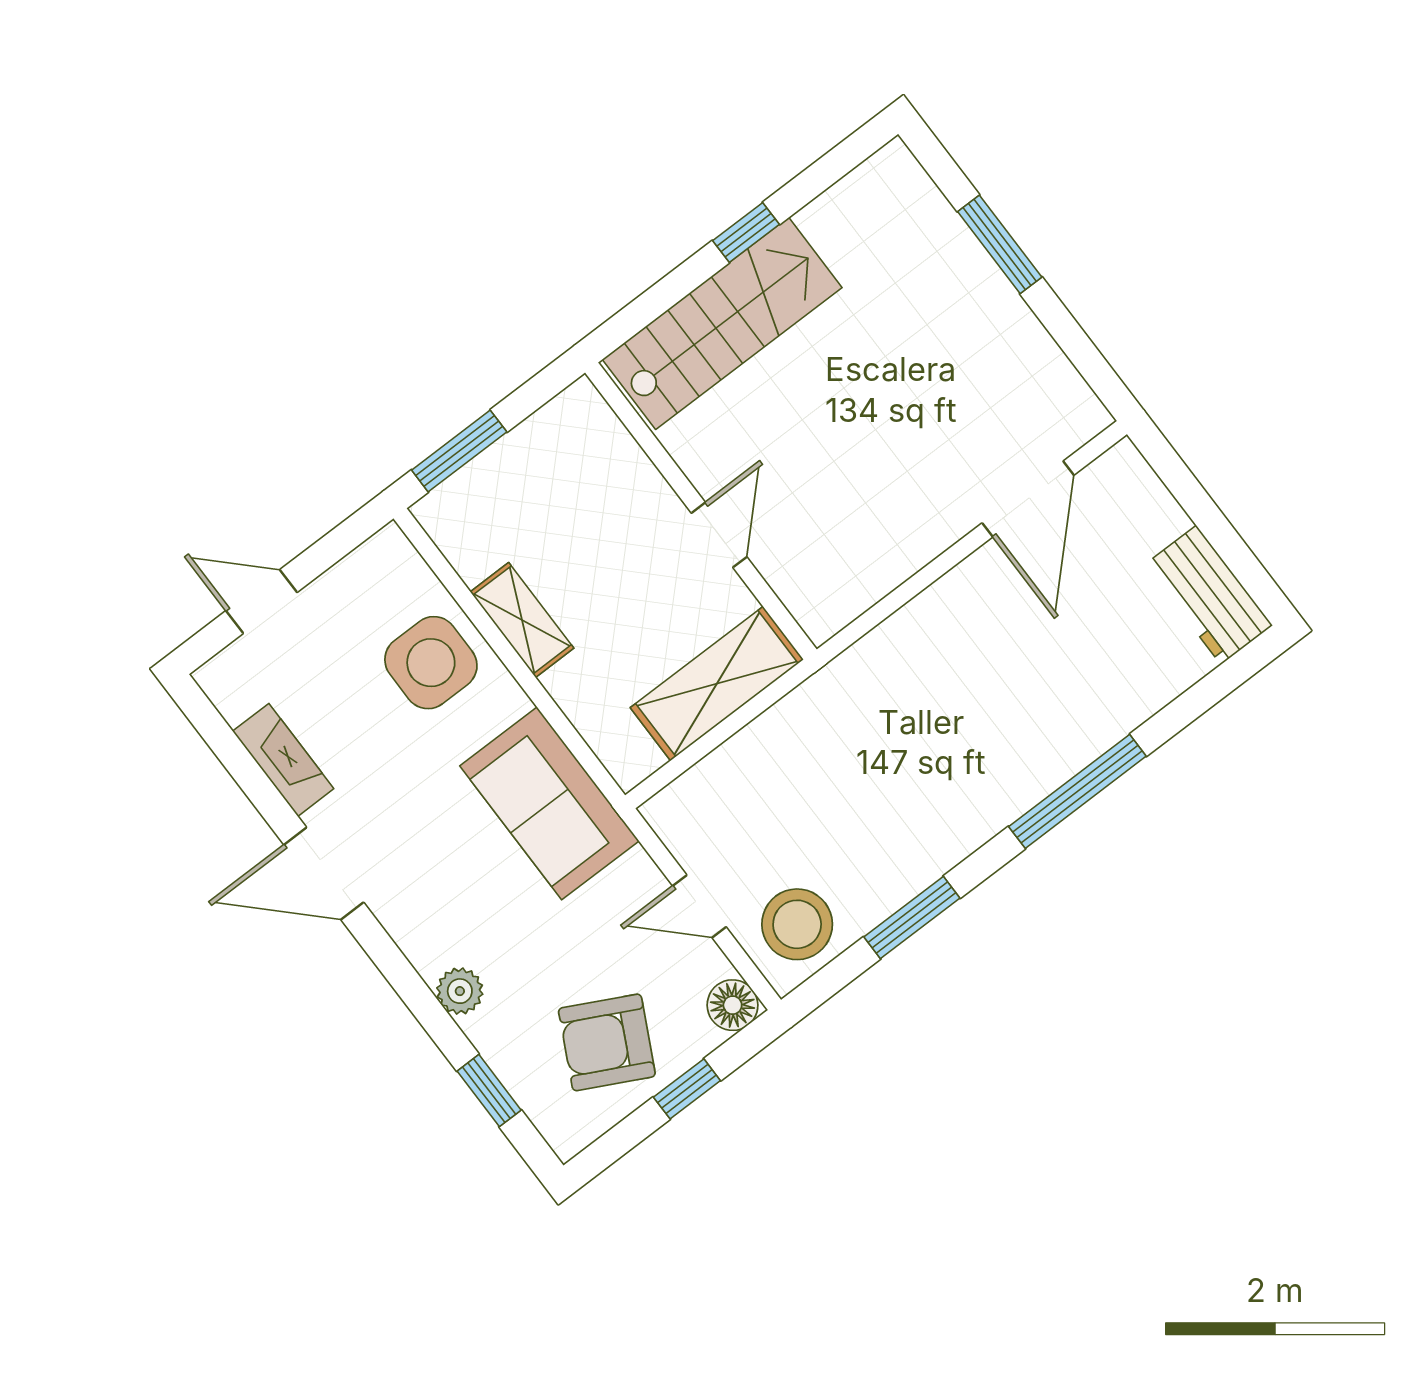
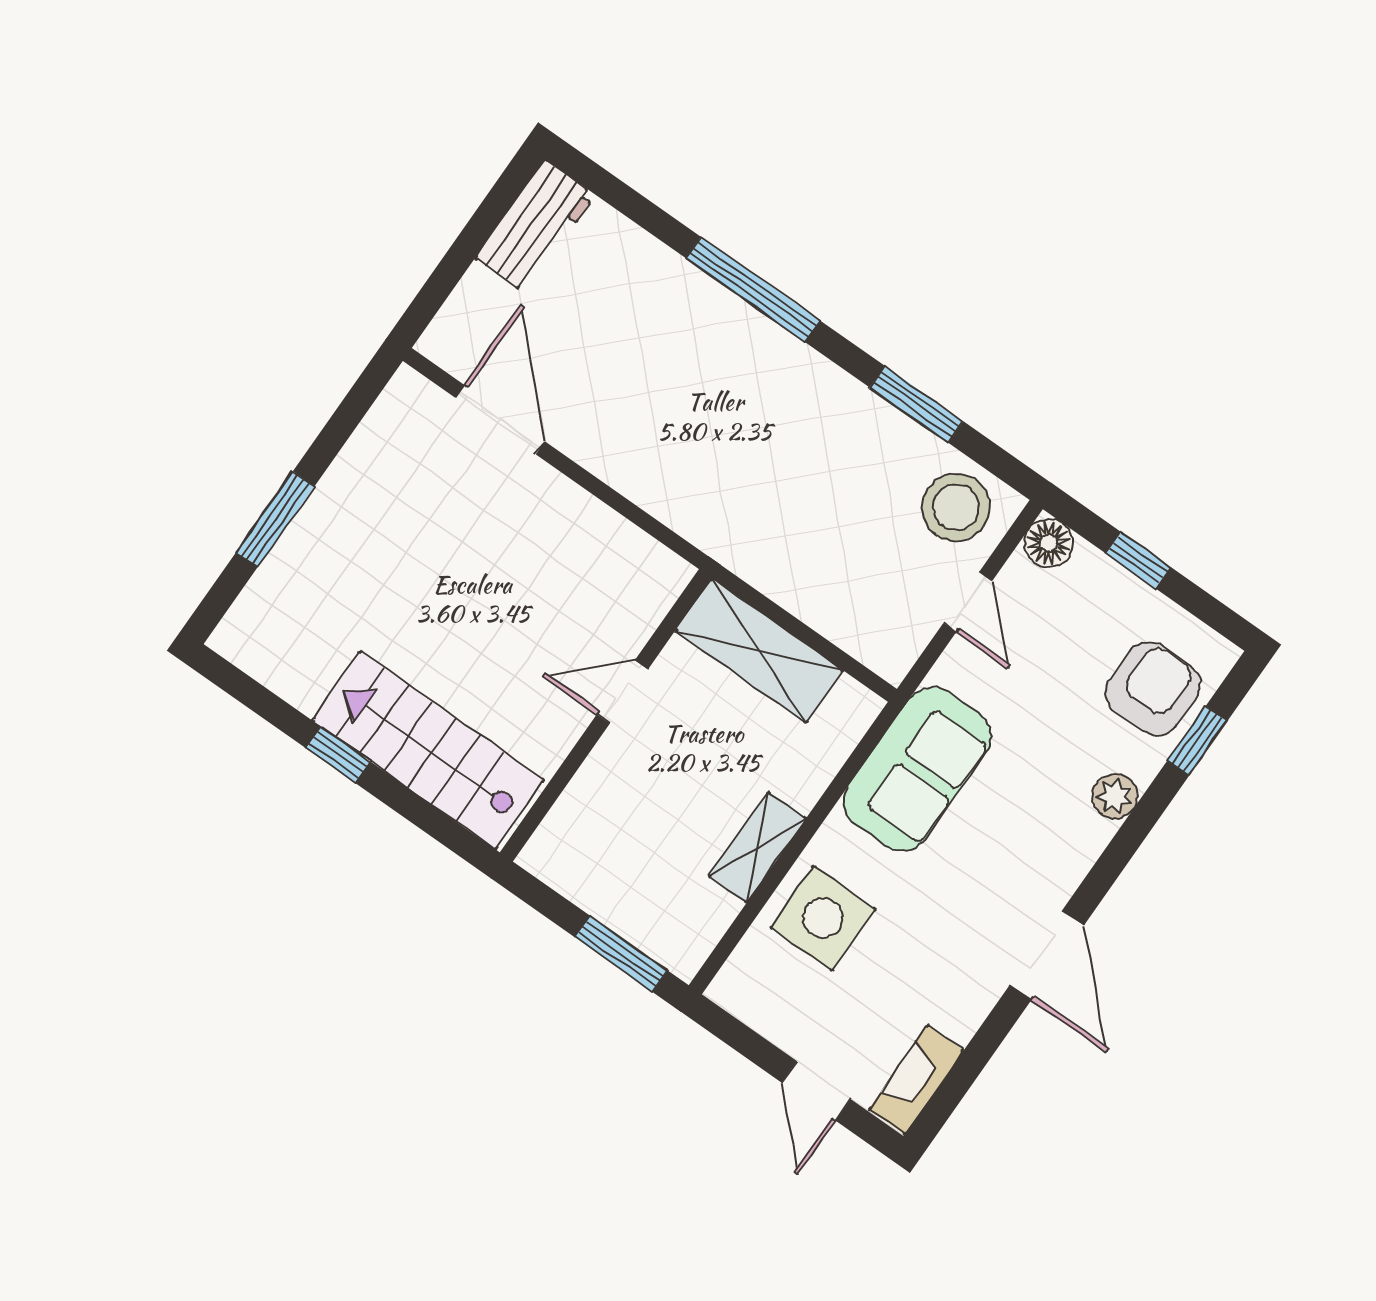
door: (1028, 499) -> (500, 420), hinge flipped
fireplace: (283, 760) -> (916, 1080), moved
armchair: (607, 1042) -> (1153, 689), moved, turned -117

